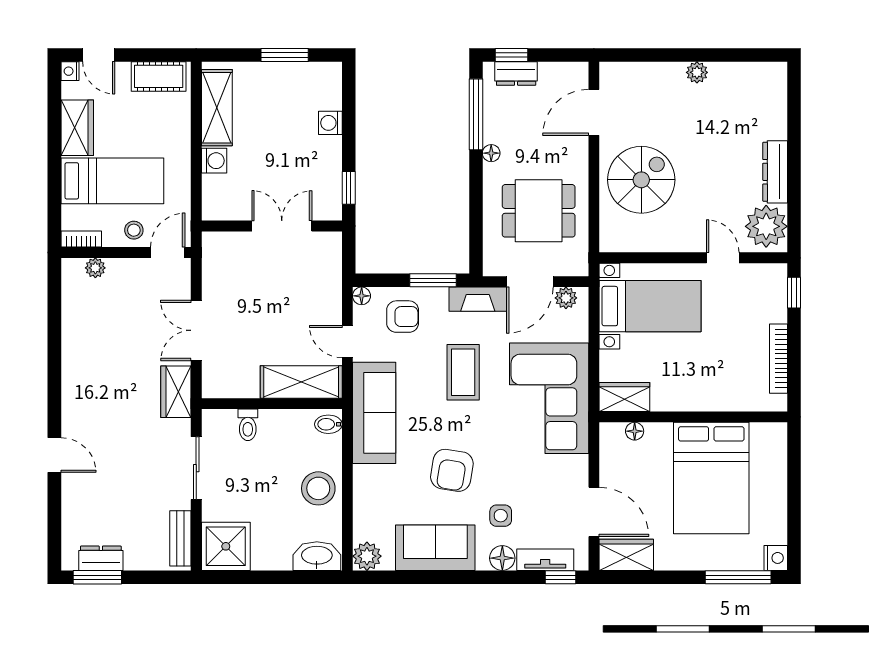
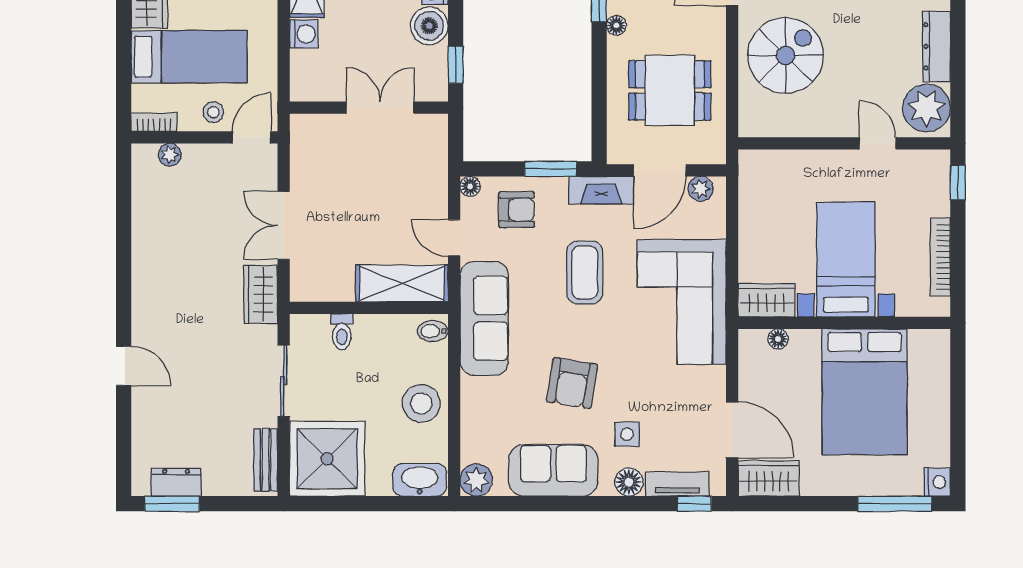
boiler: (325, 153) -> (429, 26), added
bed with nightstands: (650, 306) -> (846, 259), moved, turned -90
shower: (226, 546) -> (327, 459), width x1.37, depth x1.37

